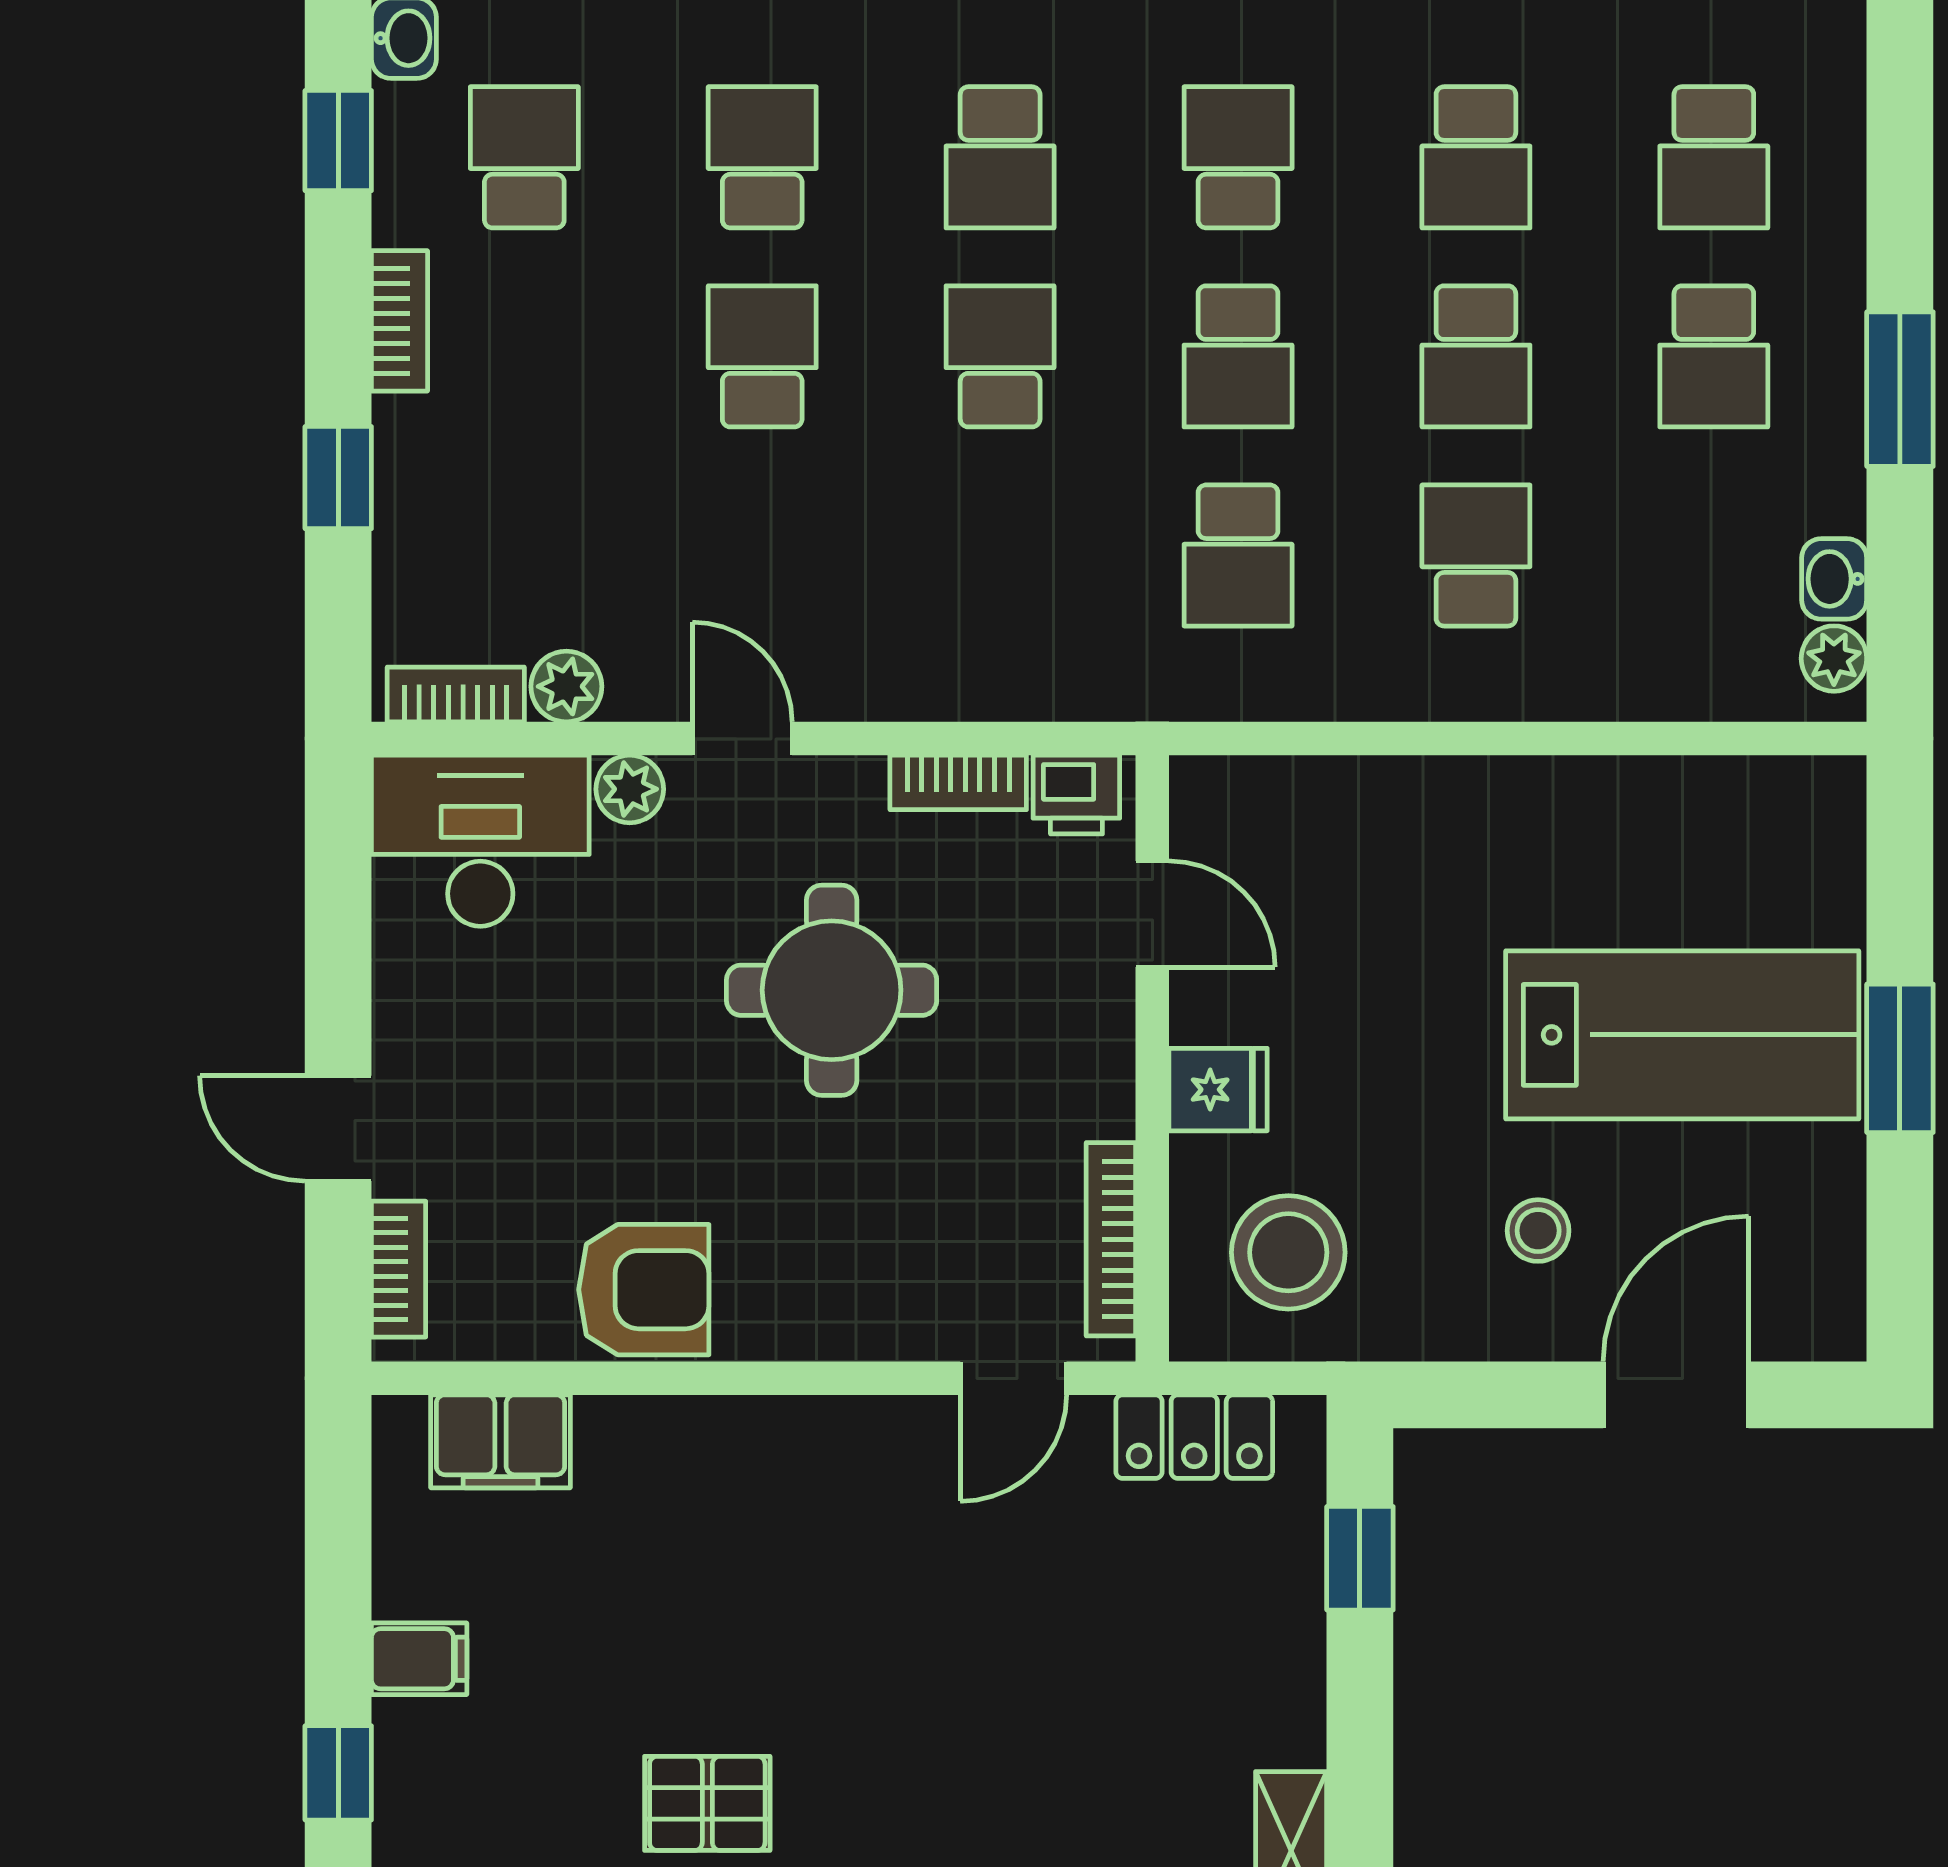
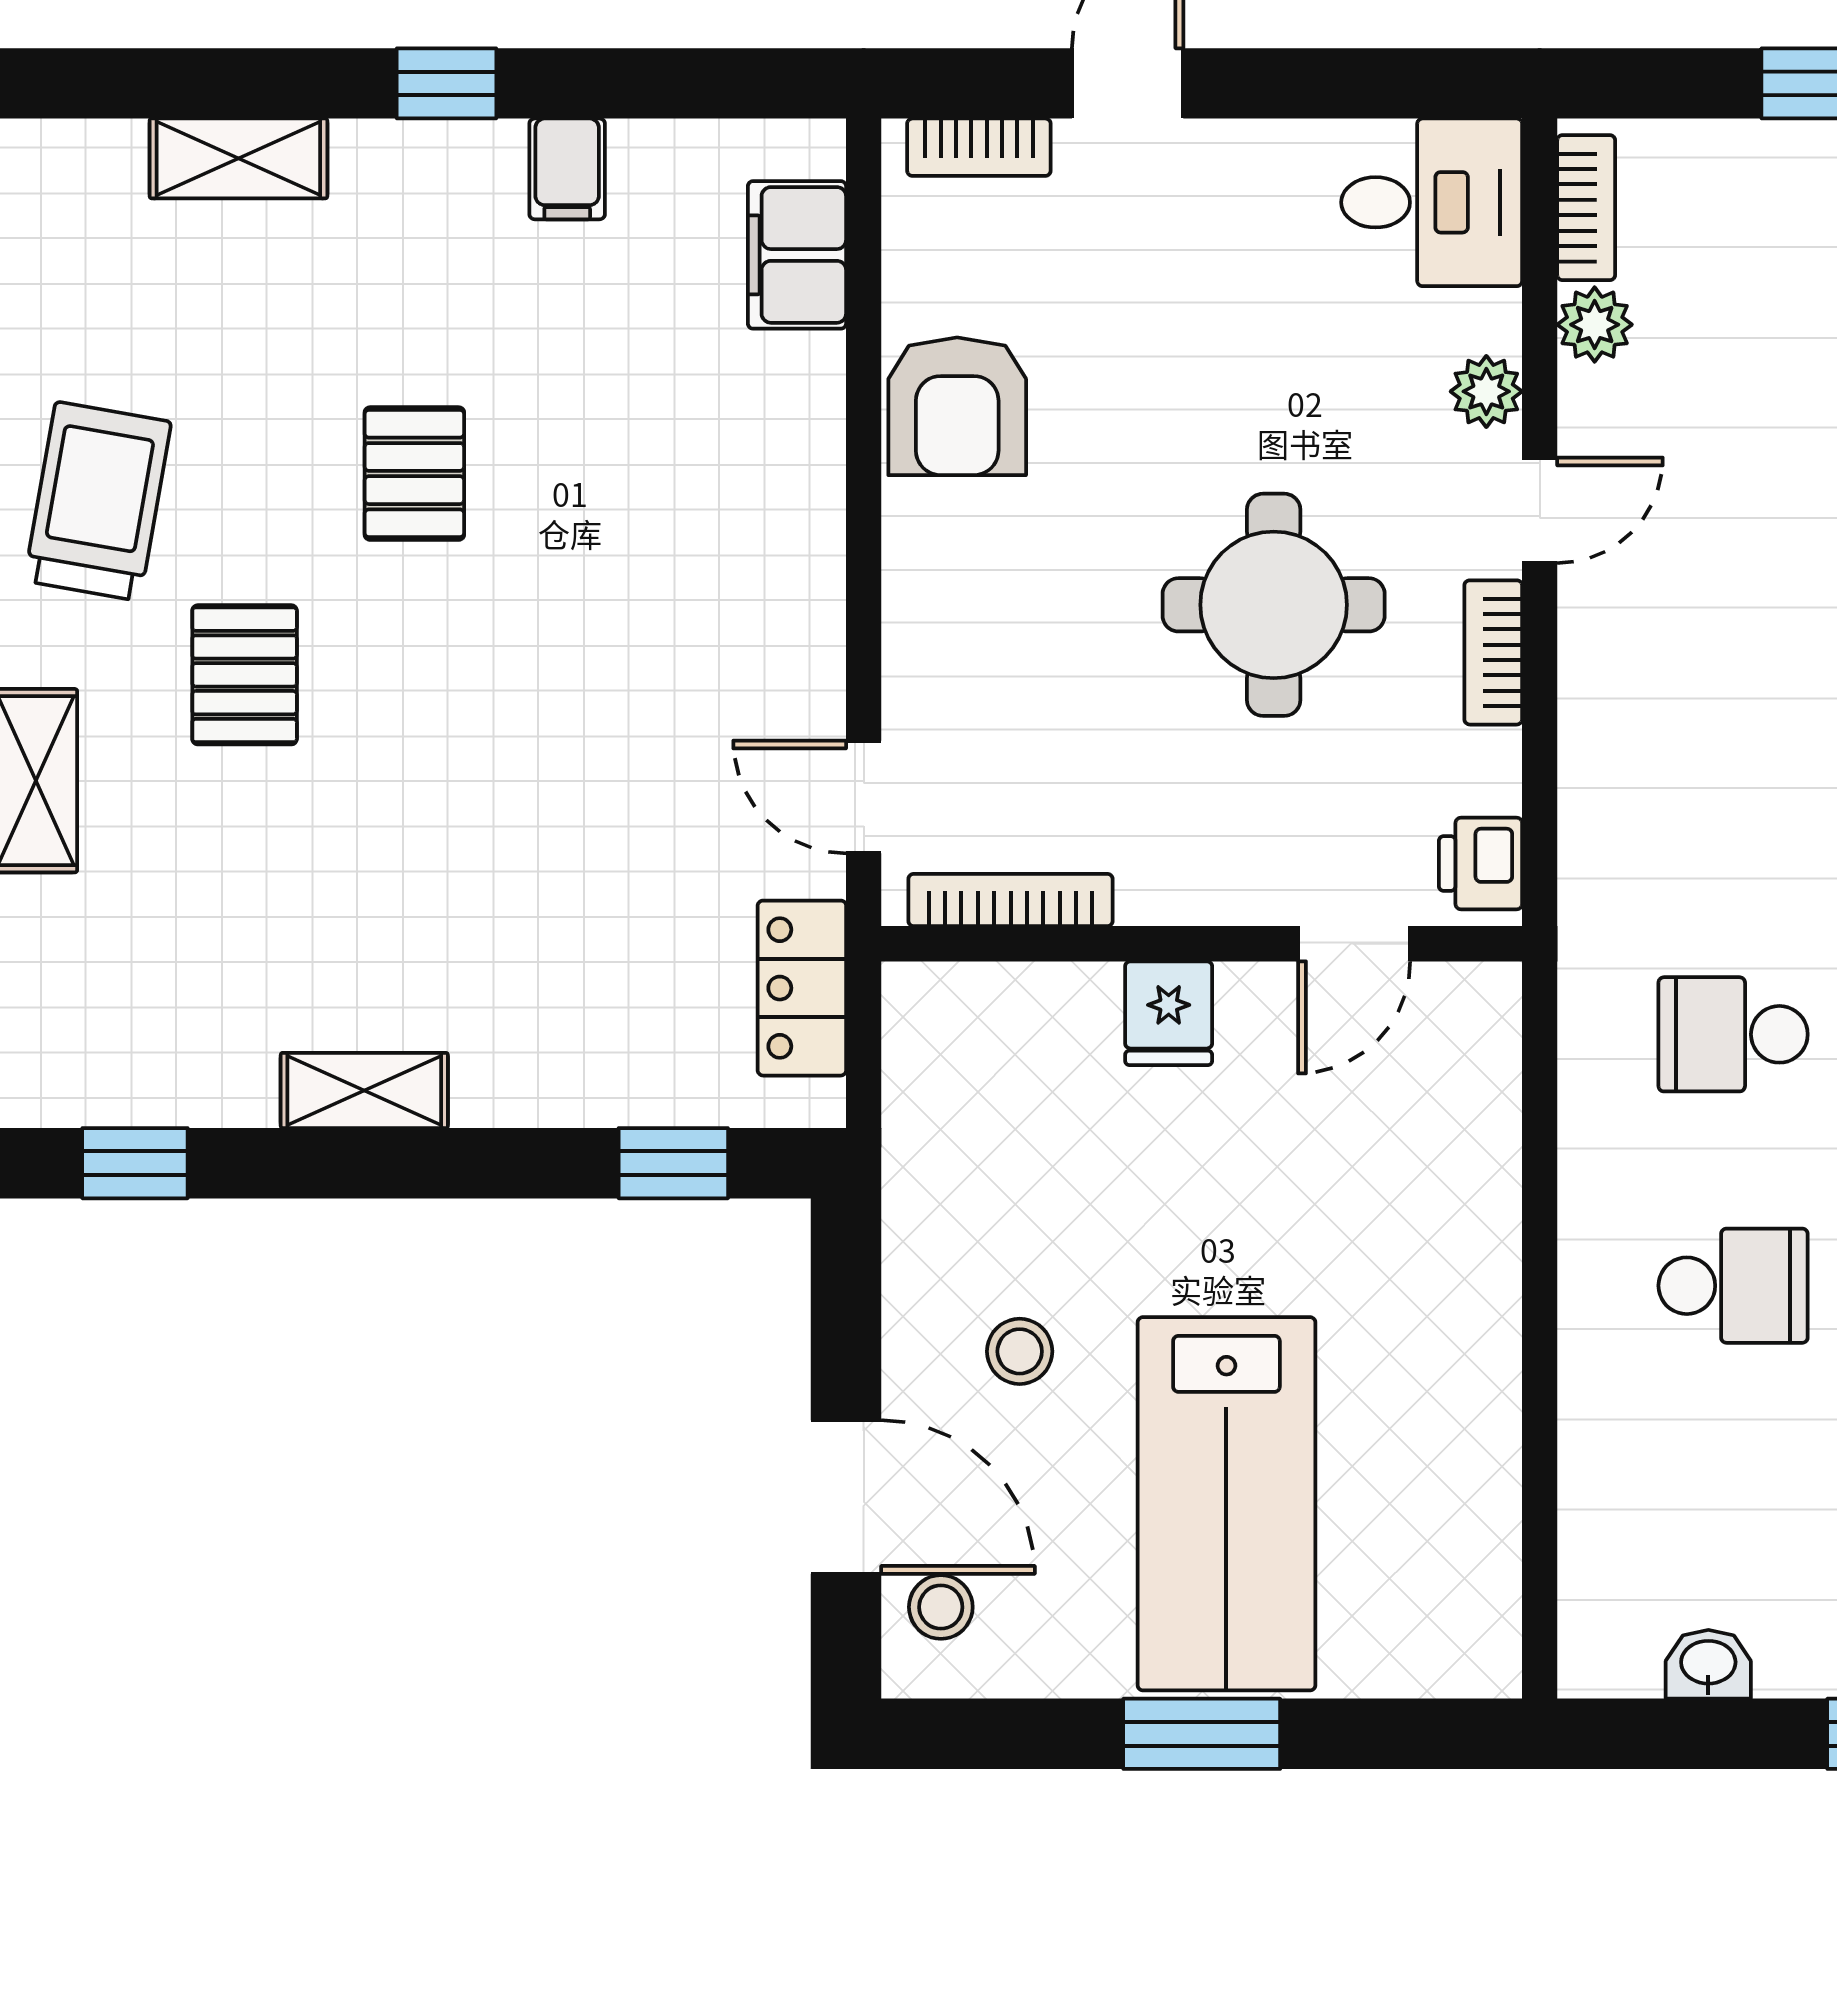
plant: (1834, 659) -> (1624, 1664), removed
bookcase: (958, 782) -> (1493, 652), moved
desk: (480, 841) -> (1432, 202), width x0.73
stool: (1288, 1252) -> (941, 1607), moved, width x0.53, depth x0.53

